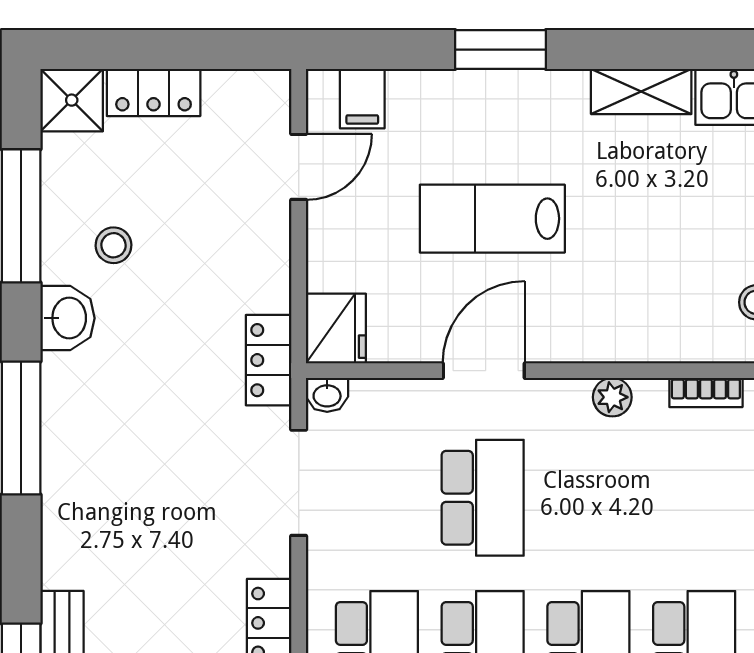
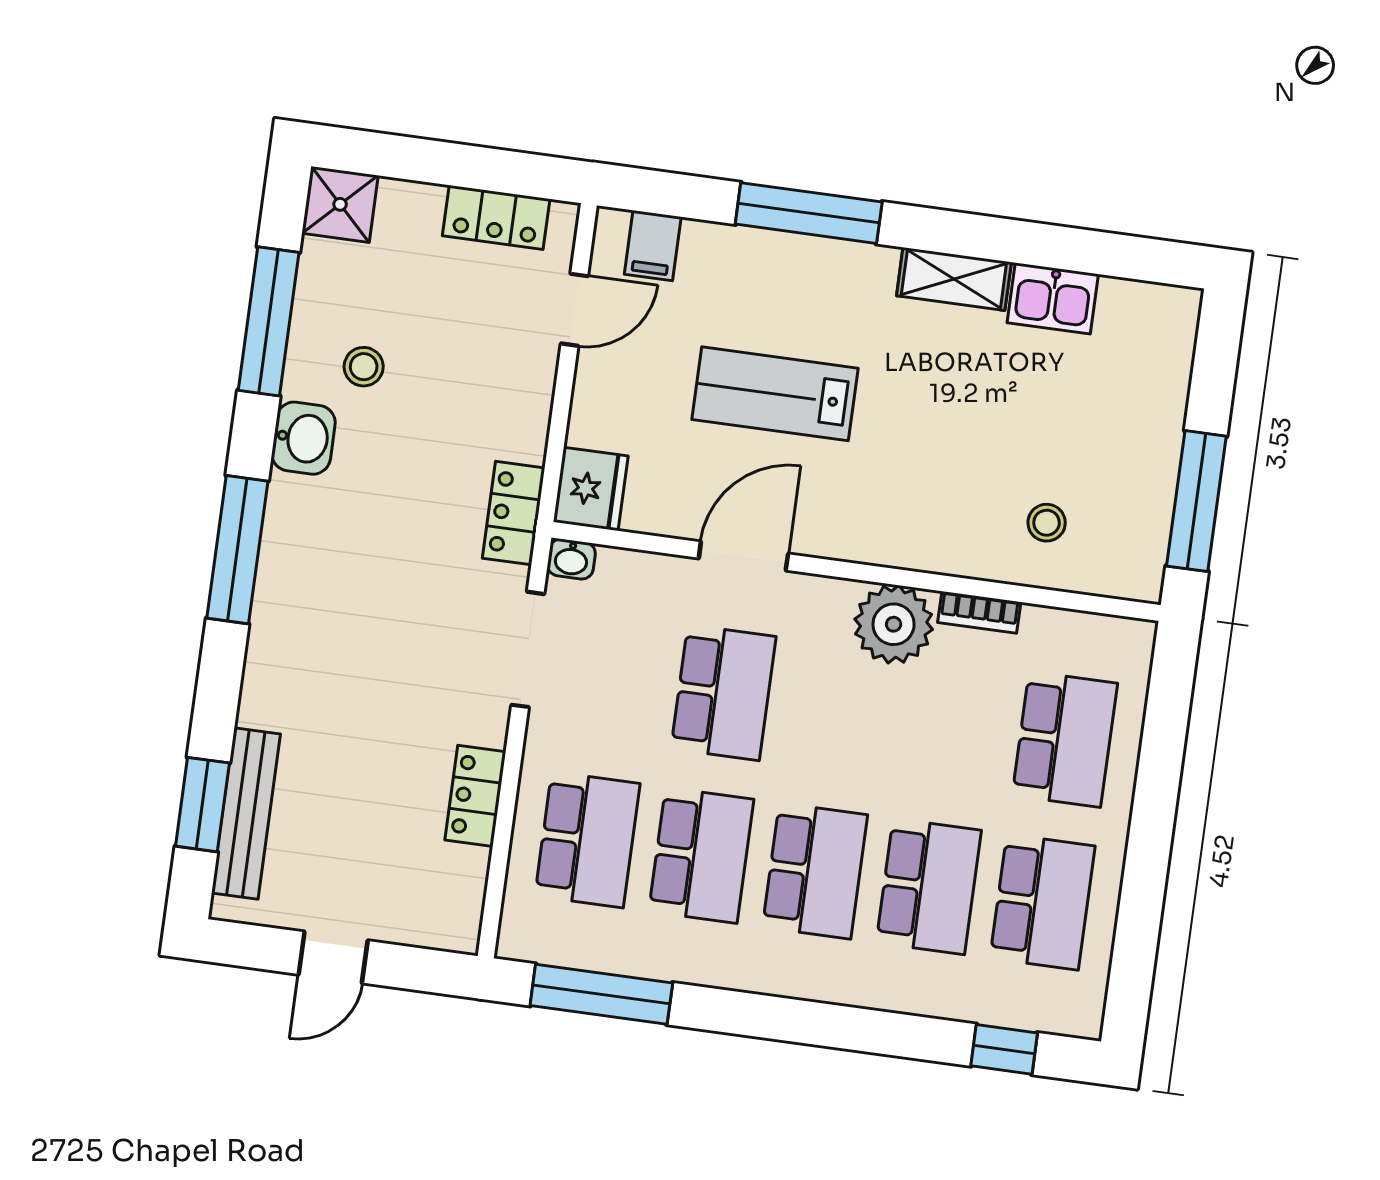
window: (500, 50) -> (809, 213), width x1.44
locker: (154, 92) -> (496, 217), moved
plant: (612, 397) -> (894, 624), width x1.87, depth x1.87

